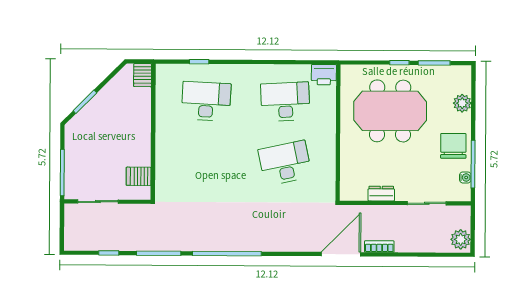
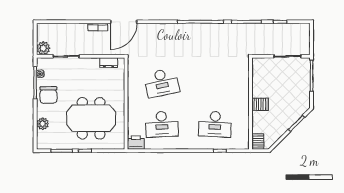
server rack: (139, 176) -> (260, 104), moved
dresser: (381, 194) -> (109, 63), moved
plant: (461, 239) -> (43, 48), moved

